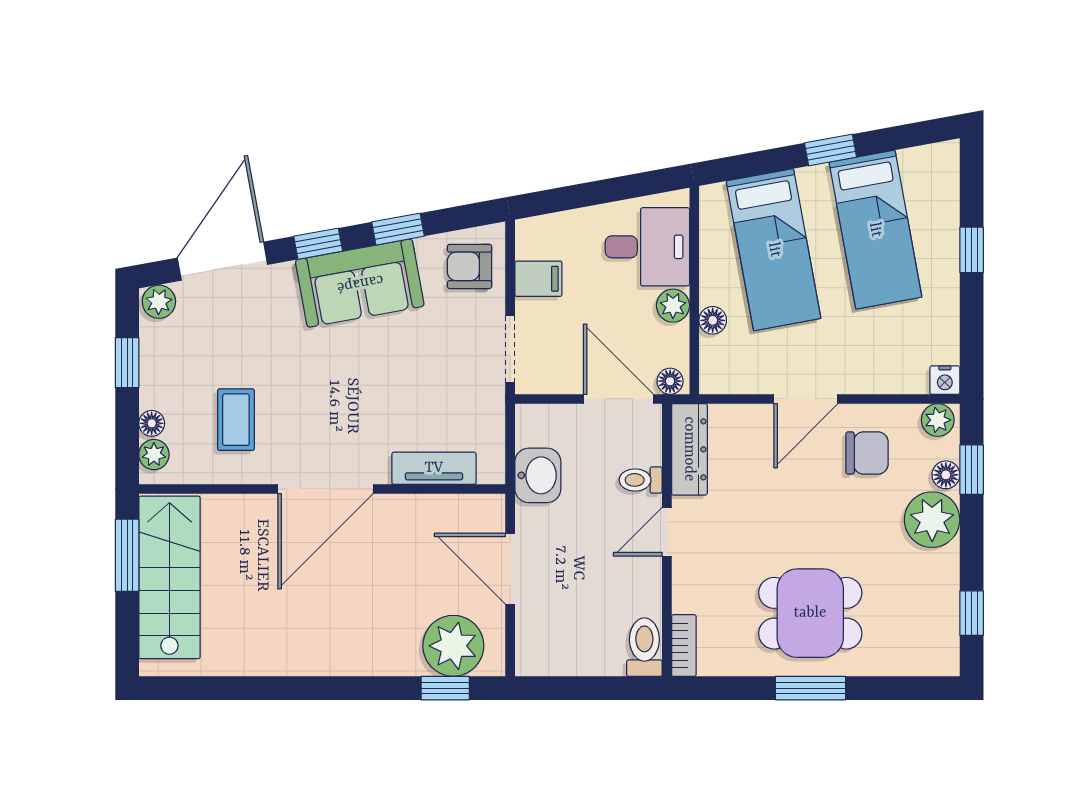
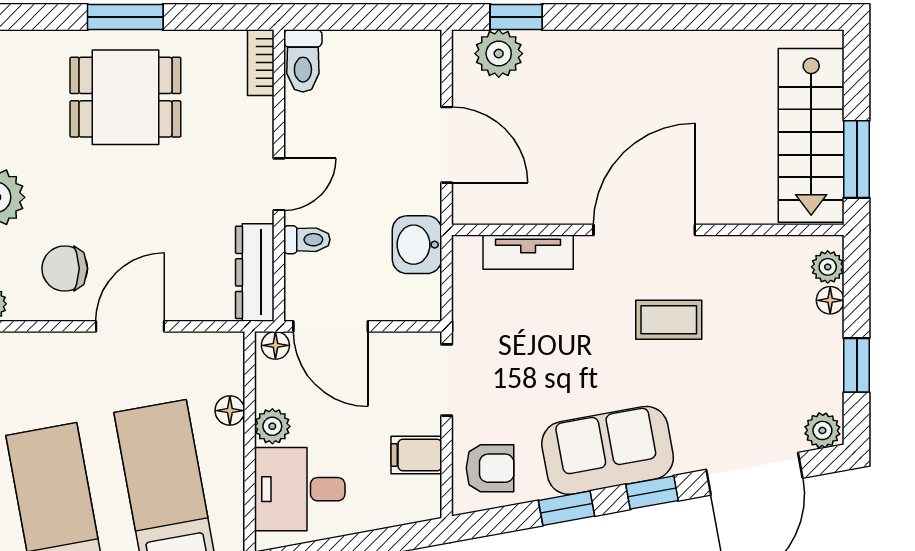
coffee table: (236, 420) -> (669, 320), moved, turned 90
plant: (453, 646) -> (499, 54), width x0.73, depth x0.73

